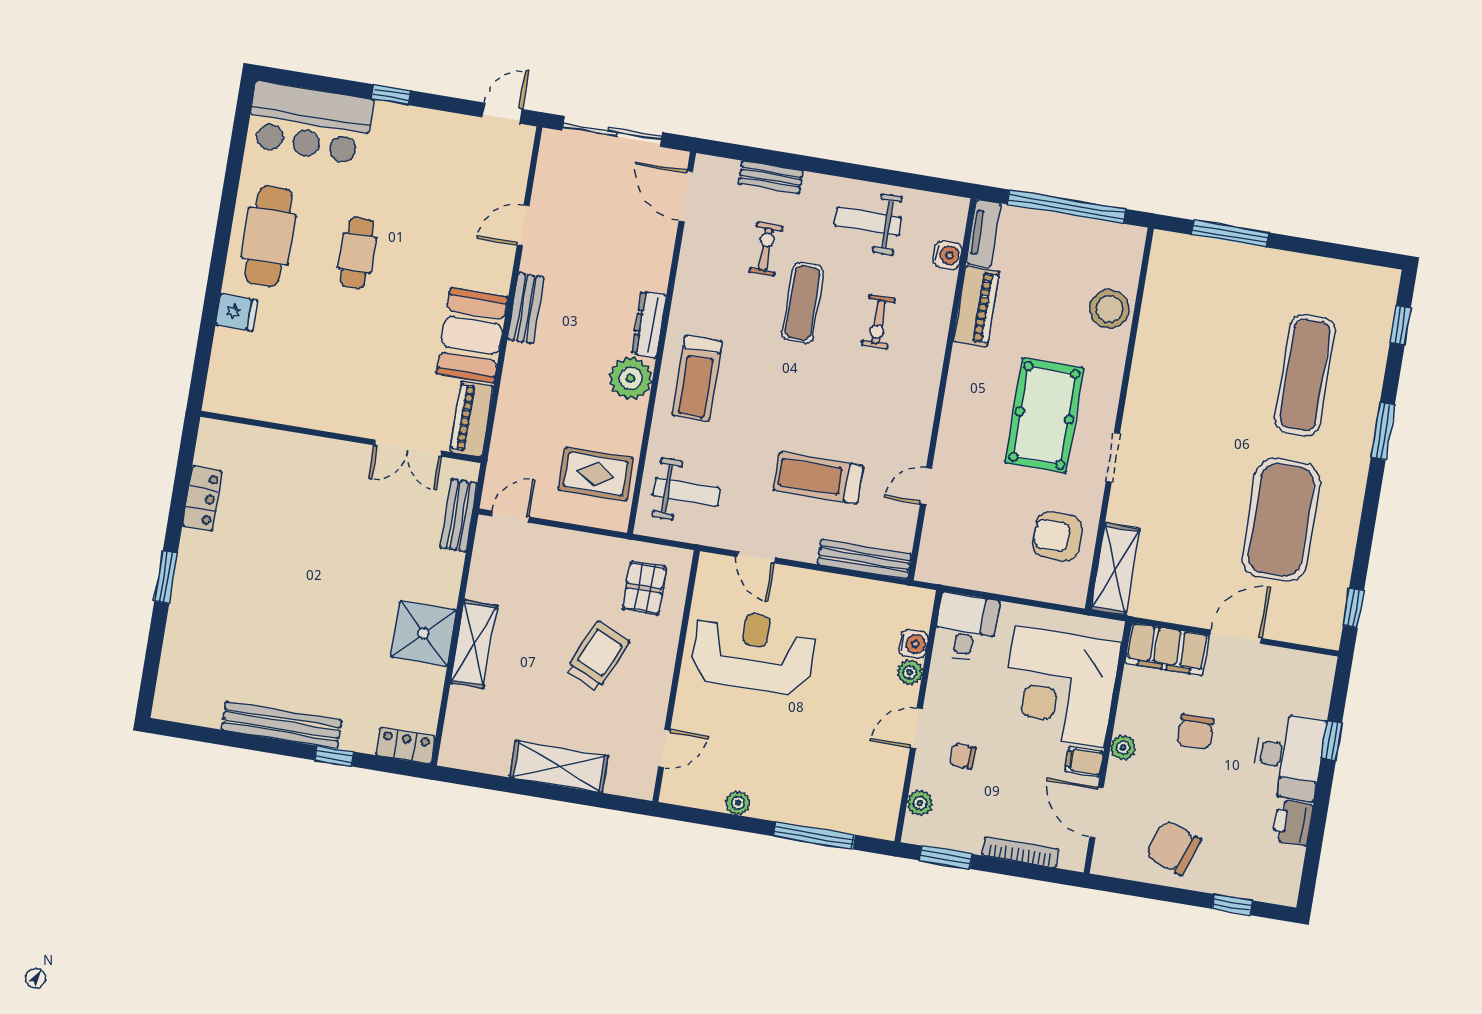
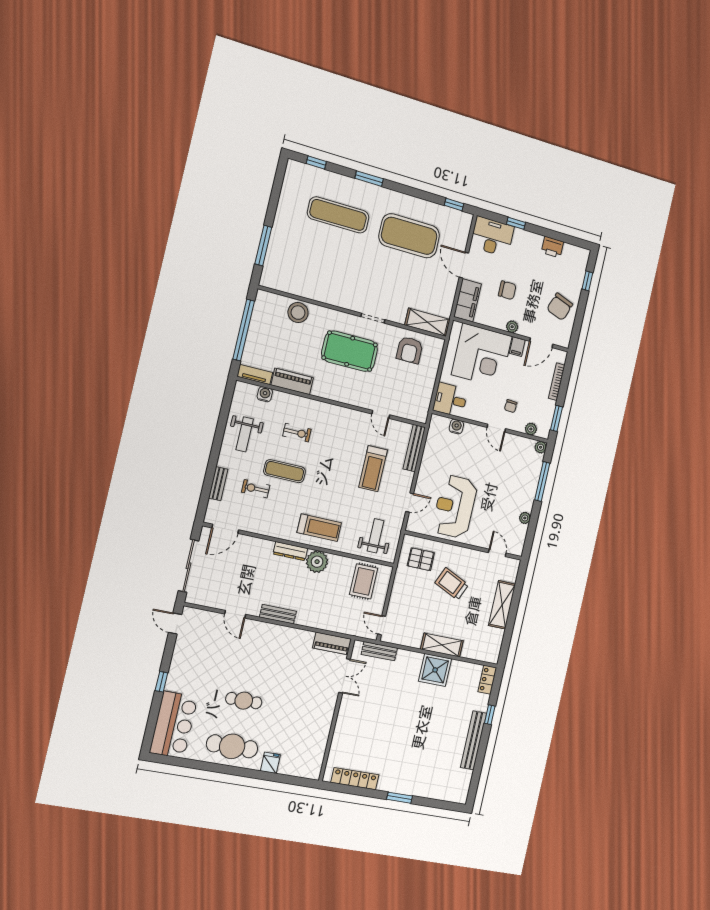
booth: (472, 335) -> (290, 642), removed
locker: (202, 499) -> (355, 779), width x1.53
plant: (910, 672) -> (541, 447), moved
desk: (1288, 756) -> (492, 237), moved

